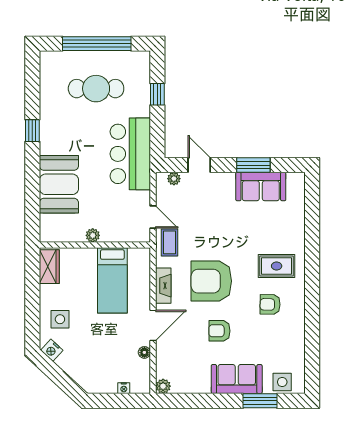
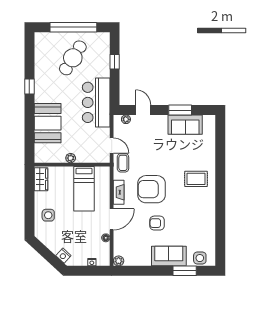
cafe table: (96, 89) -> (73, 58), turned -58
armchair: (270, 304) -> (192, 205), removed
nightstand: (52, 350) -> (63, 256), moved

